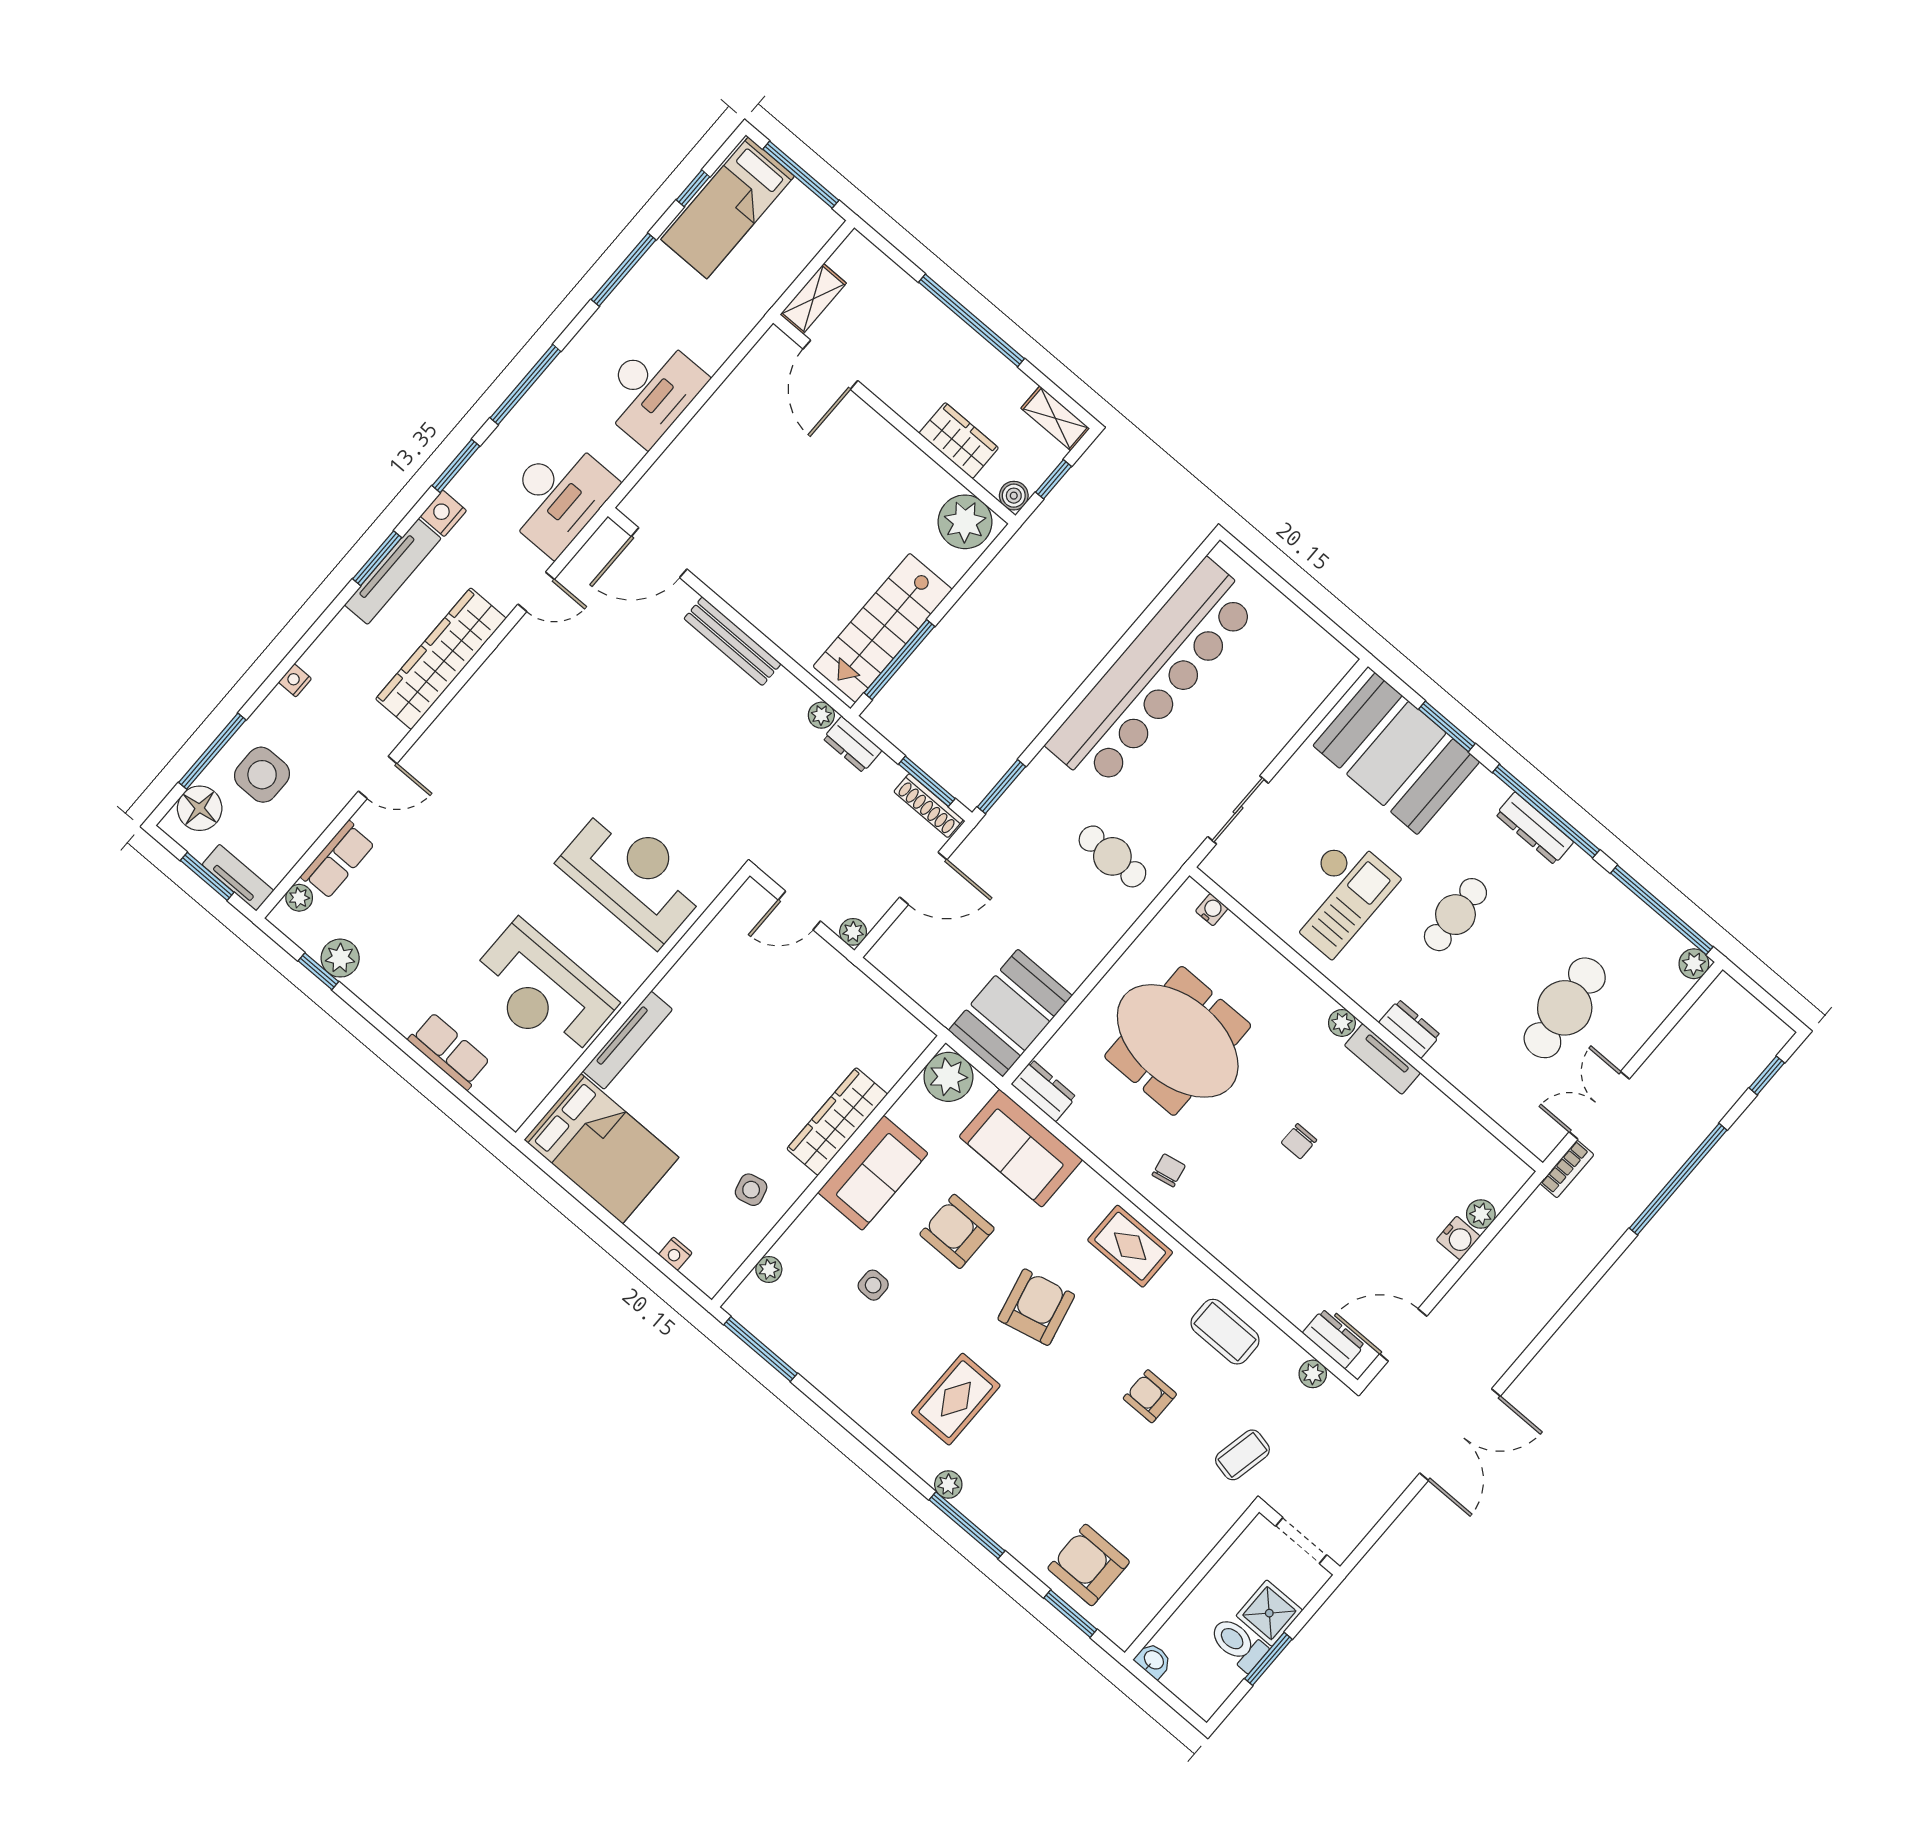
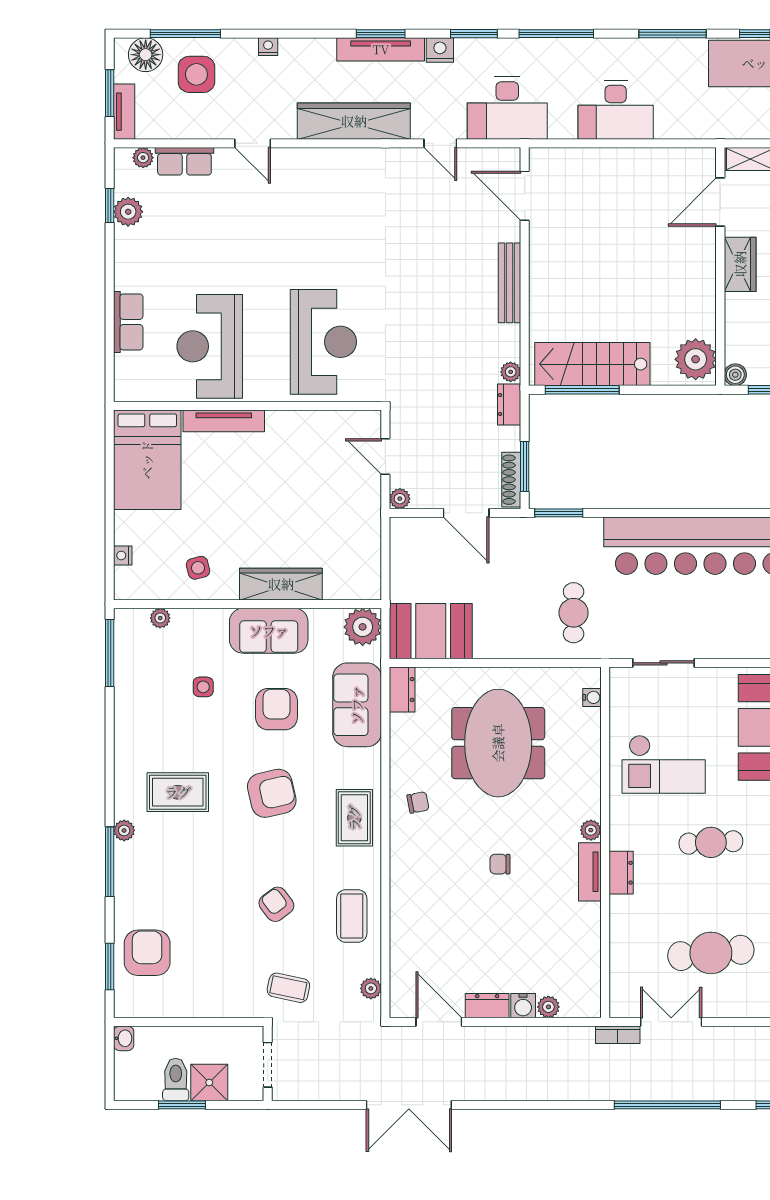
wardrobe: (959, 441) -> (740, 264), moved
dresser: (1334, 1339) -> (487, 1006), moved, turned -90
armchair: (1150, 1396) -> (276, 904), turned -37

